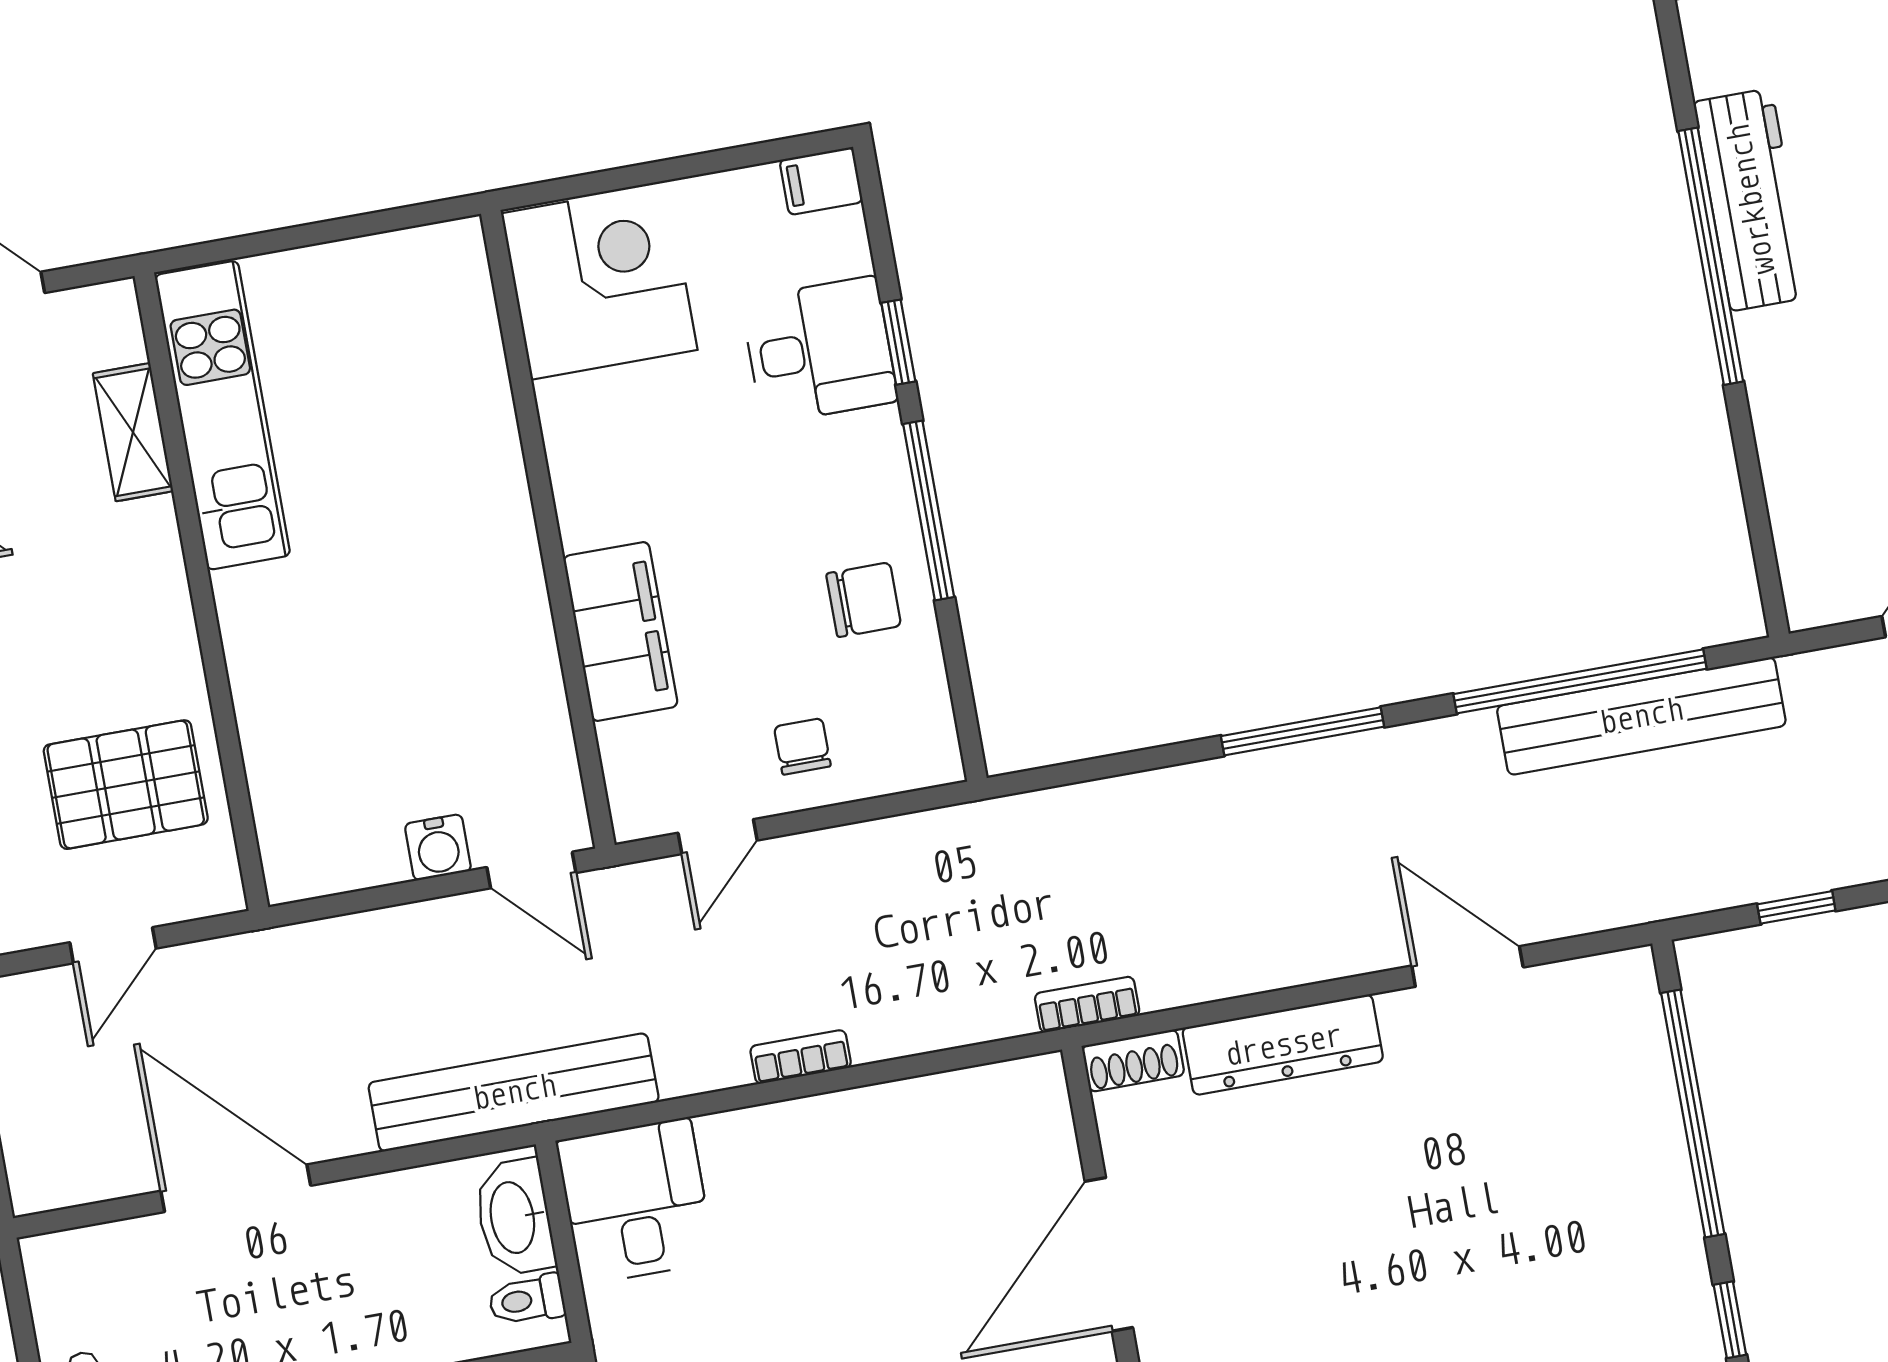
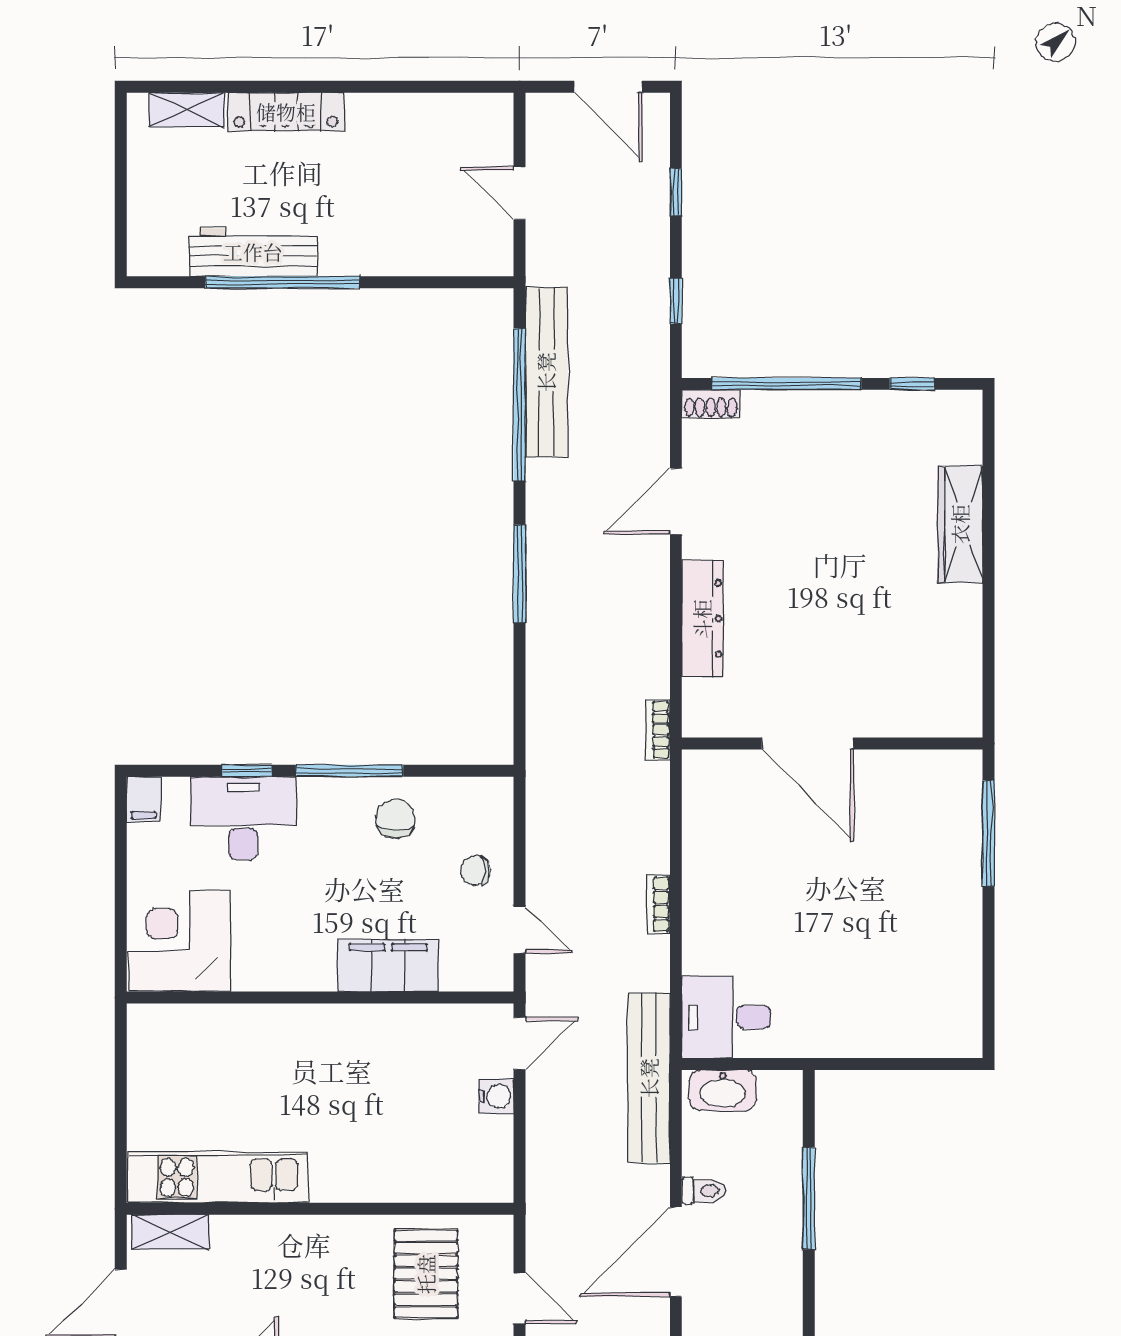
desk: (819, 350) -> (243, 818), width x1.37
shelving: (133, 432) -> (170, 1232), moved
shoe rack: (1133, 1061) -> (711, 404), moved, turned 90
toilet: (527, 1300) -> (704, 1191), moved, turned -90

